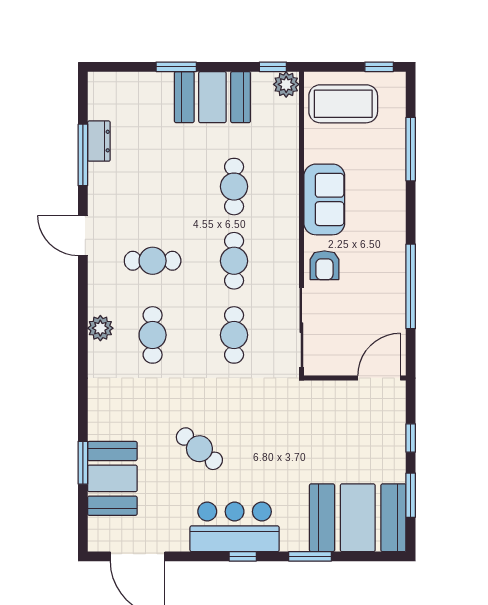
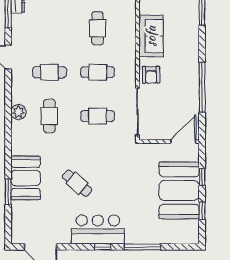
cafe table: (234, 261) -> (98, 72), turned 90
cafe table: (234, 335) -> (98, 116), turned 90
booth: (112, 478) -> (26, 178), moved
window: (411, 495) -> (202, 211), width x0.67
booth: (358, 518) -> (179, 191), moved, turned 90
window: (310, 556) -> (143, 247), width x1.44

